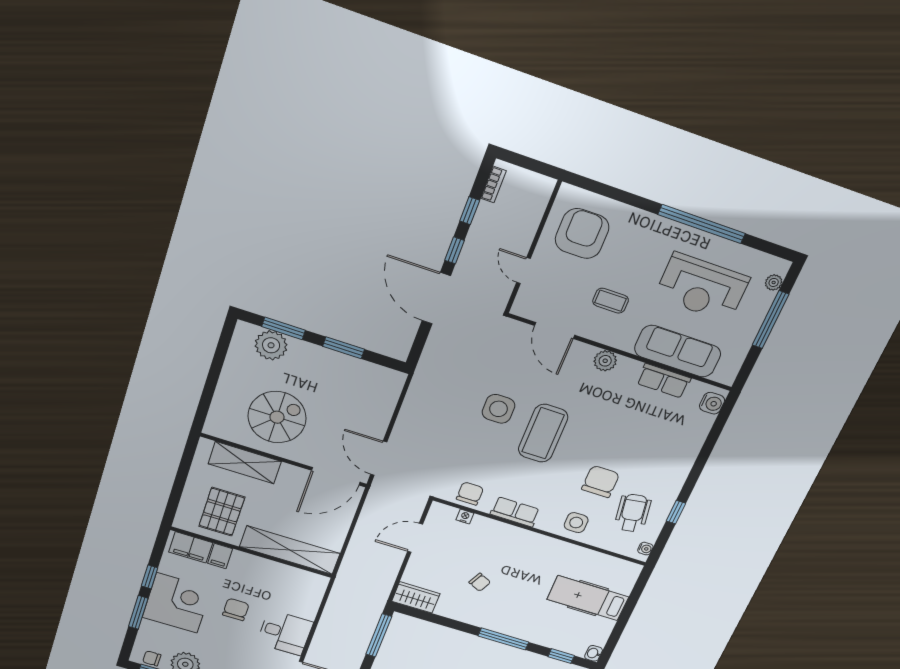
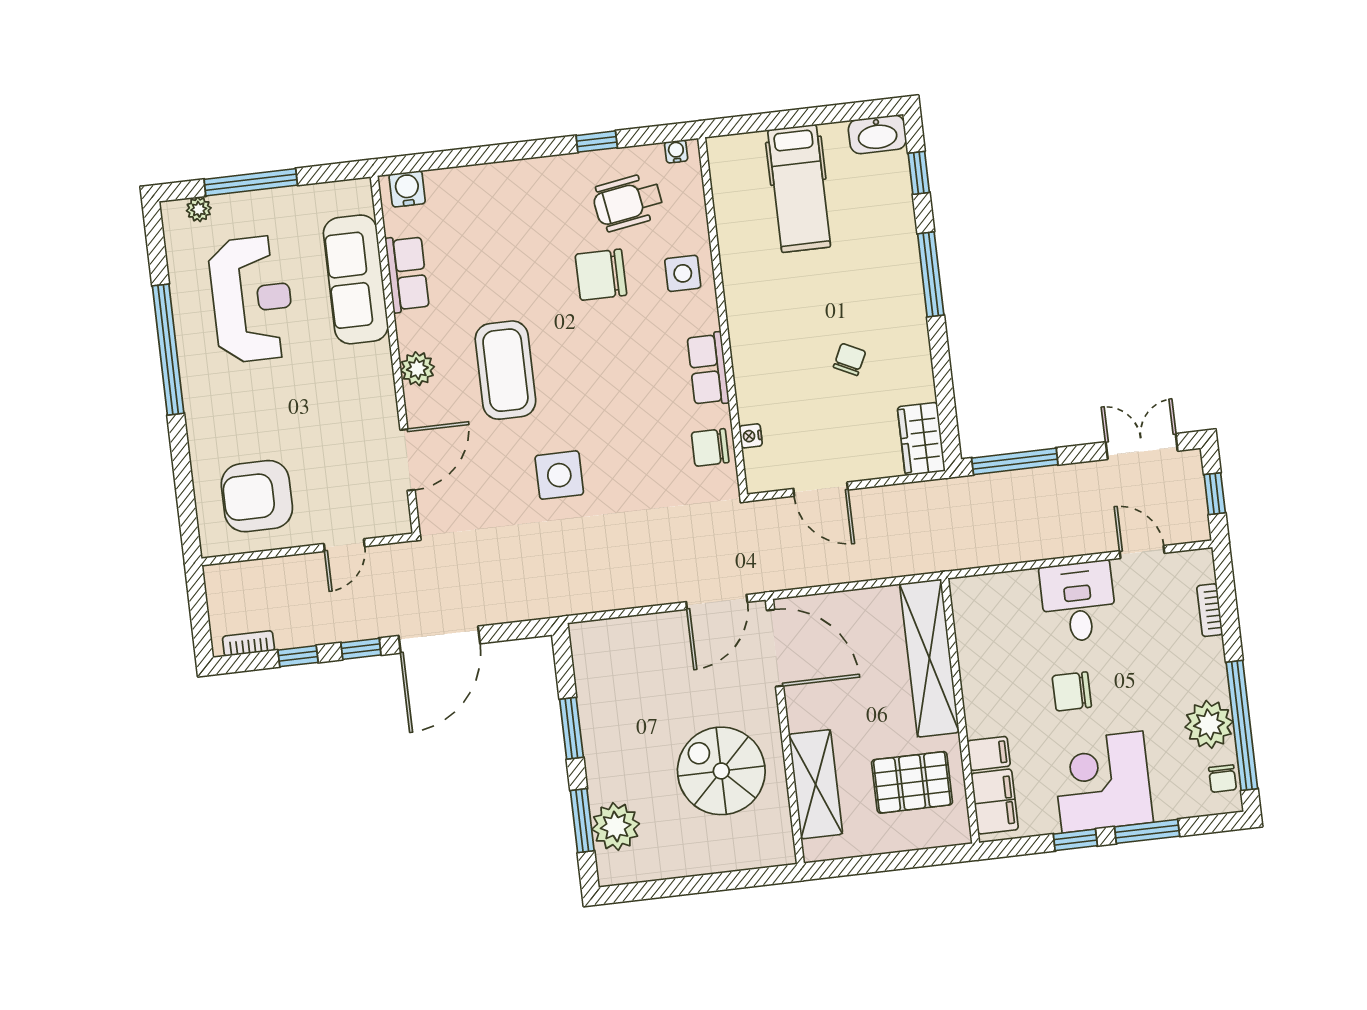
coffee table: (611, 301) -> (329, 409), removed
coffee table: (543, 433) -> (505, 370), moved, turned 90
washbasin: (594, 653) -> (877, 134), width x1.91, depth x1.45

